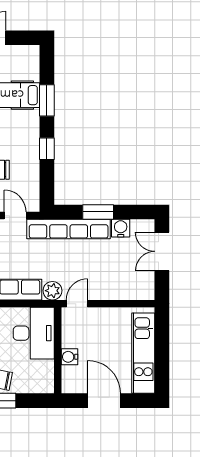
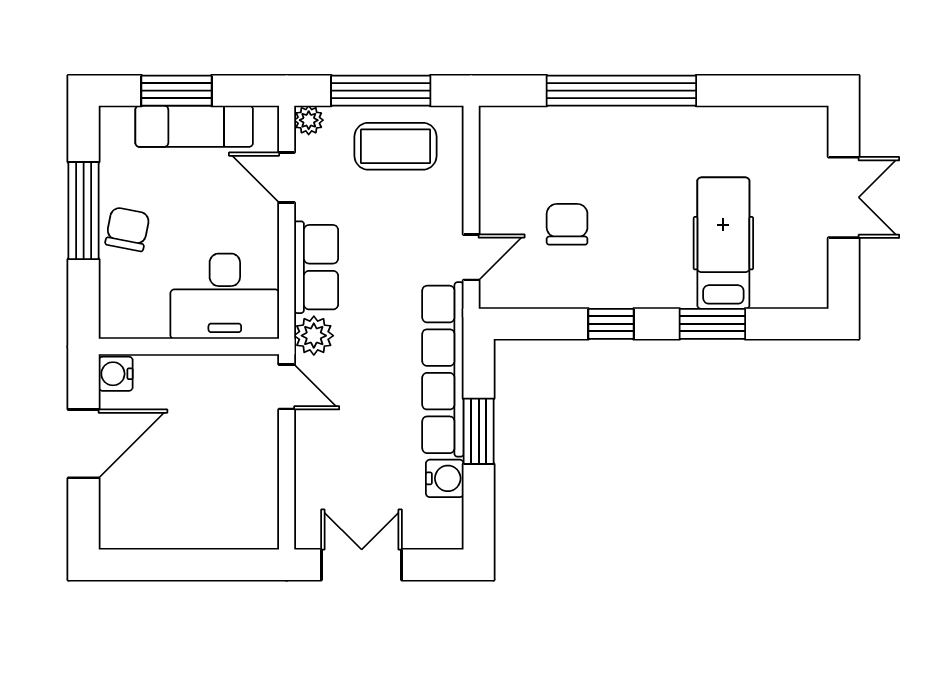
double door: (162, 251) -> (362, 565), moved
kitchen unit: (143, 353) -> (183, 526), removed
water cooler: (69, 357) -> (116, 374), moved, turned -90

